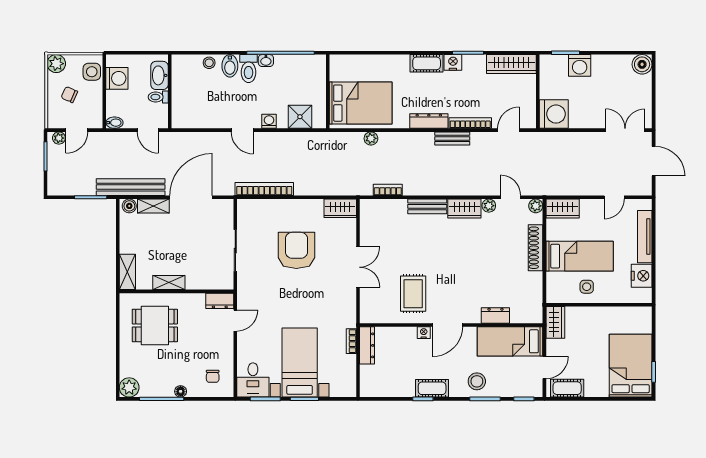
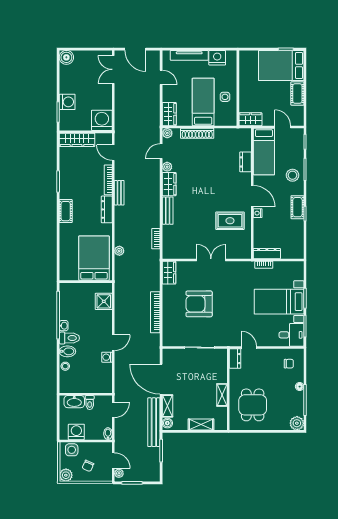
nightstand: (453, 62) -> (65, 192), removed
wardrobe: (511, 64) -> (77, 140), moved, turned 90
washing machine: (269, 121) -> (107, 357), moved
door: (654, 161) -> (135, 49), swing flipped
bookcase: (264, 189) -> (155, 312), moved
shelving: (127, 272) -> (201, 424), moved
cot: (567, 388) -> (297, 93), moved

